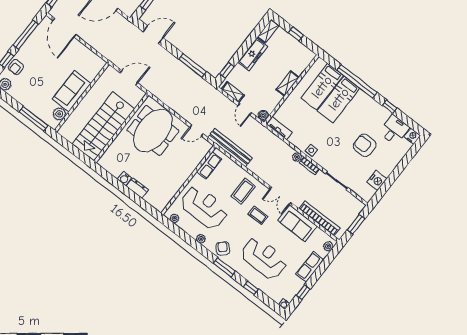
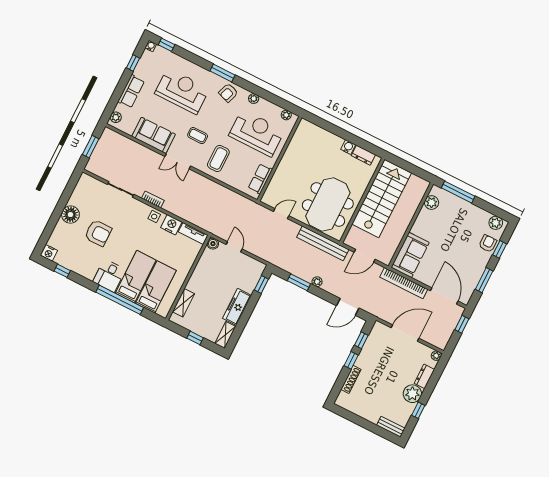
window: (26, 35) -> (484, 280), width x0.69
window: (193, 66) -> (299, 282), width x0.69
shelving: (288, 84) -> (183, 303), moved
sofa: (72, 91) -> (410, 255), moved
shelving: (233, 92) -> (250, 262), removed
window: (390, 107) -> (62, 271), moved
desk: (394, 130) -> (109, 276), moved
bench: (230, 148) -> (323, 243), moved
plant: (297, 157) -> (317, 282), moved
floor lamp: (386, 167) -> (70, 215), added
nightstand: (377, 181) -> (171, 225), moved, turned 90
dresser: (137, 188) -> (363, 155), moved
double door: (280, 196) -> (178, 161), swing flipped
reception desk: (204, 207) -> (257, 133), turned 180
bookcase: (319, 218) -> (404, 283), moved
armchair: (223, 249) -> (228, 93), turned 64
reception desk: (264, 258) -> (182, 91), turned 180
window: (251, 288) -> (167, 45), moved

